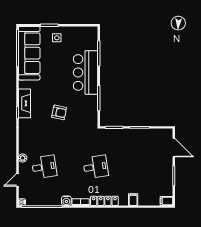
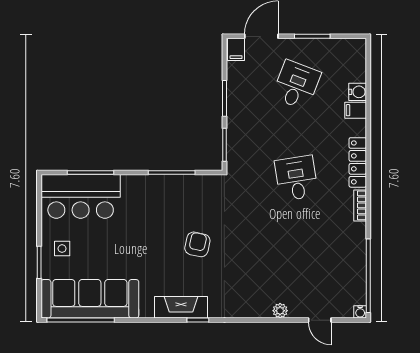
bar counter: (86, 72) -> (81, 196), moved
desk: (44, 167) -> (296, 85), moved, turned 30
water cooler: (66, 201) -> (358, 92), moved
filing cabinet: (167, 201) -> (236, 49), moved

